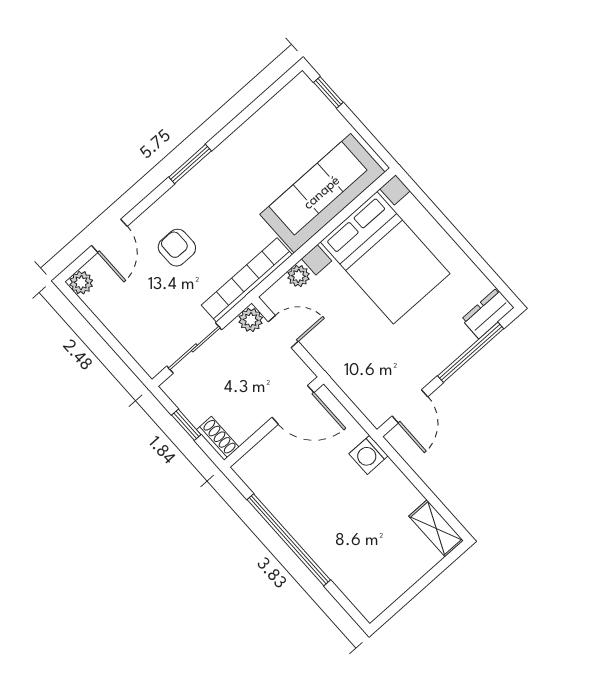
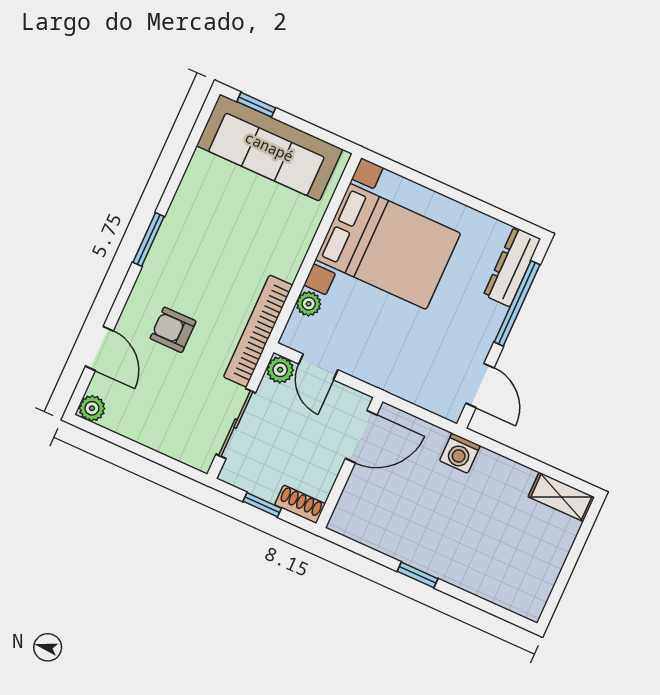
sofa: (322, 193) -> (269, 147), moved, turned -90
dresser: (488, 313) -> (512, 267), width x1.44
door: (283, 332) -> (318, 367), swing flipped
window: (289, 540) -> (418, 575), width x0.32

